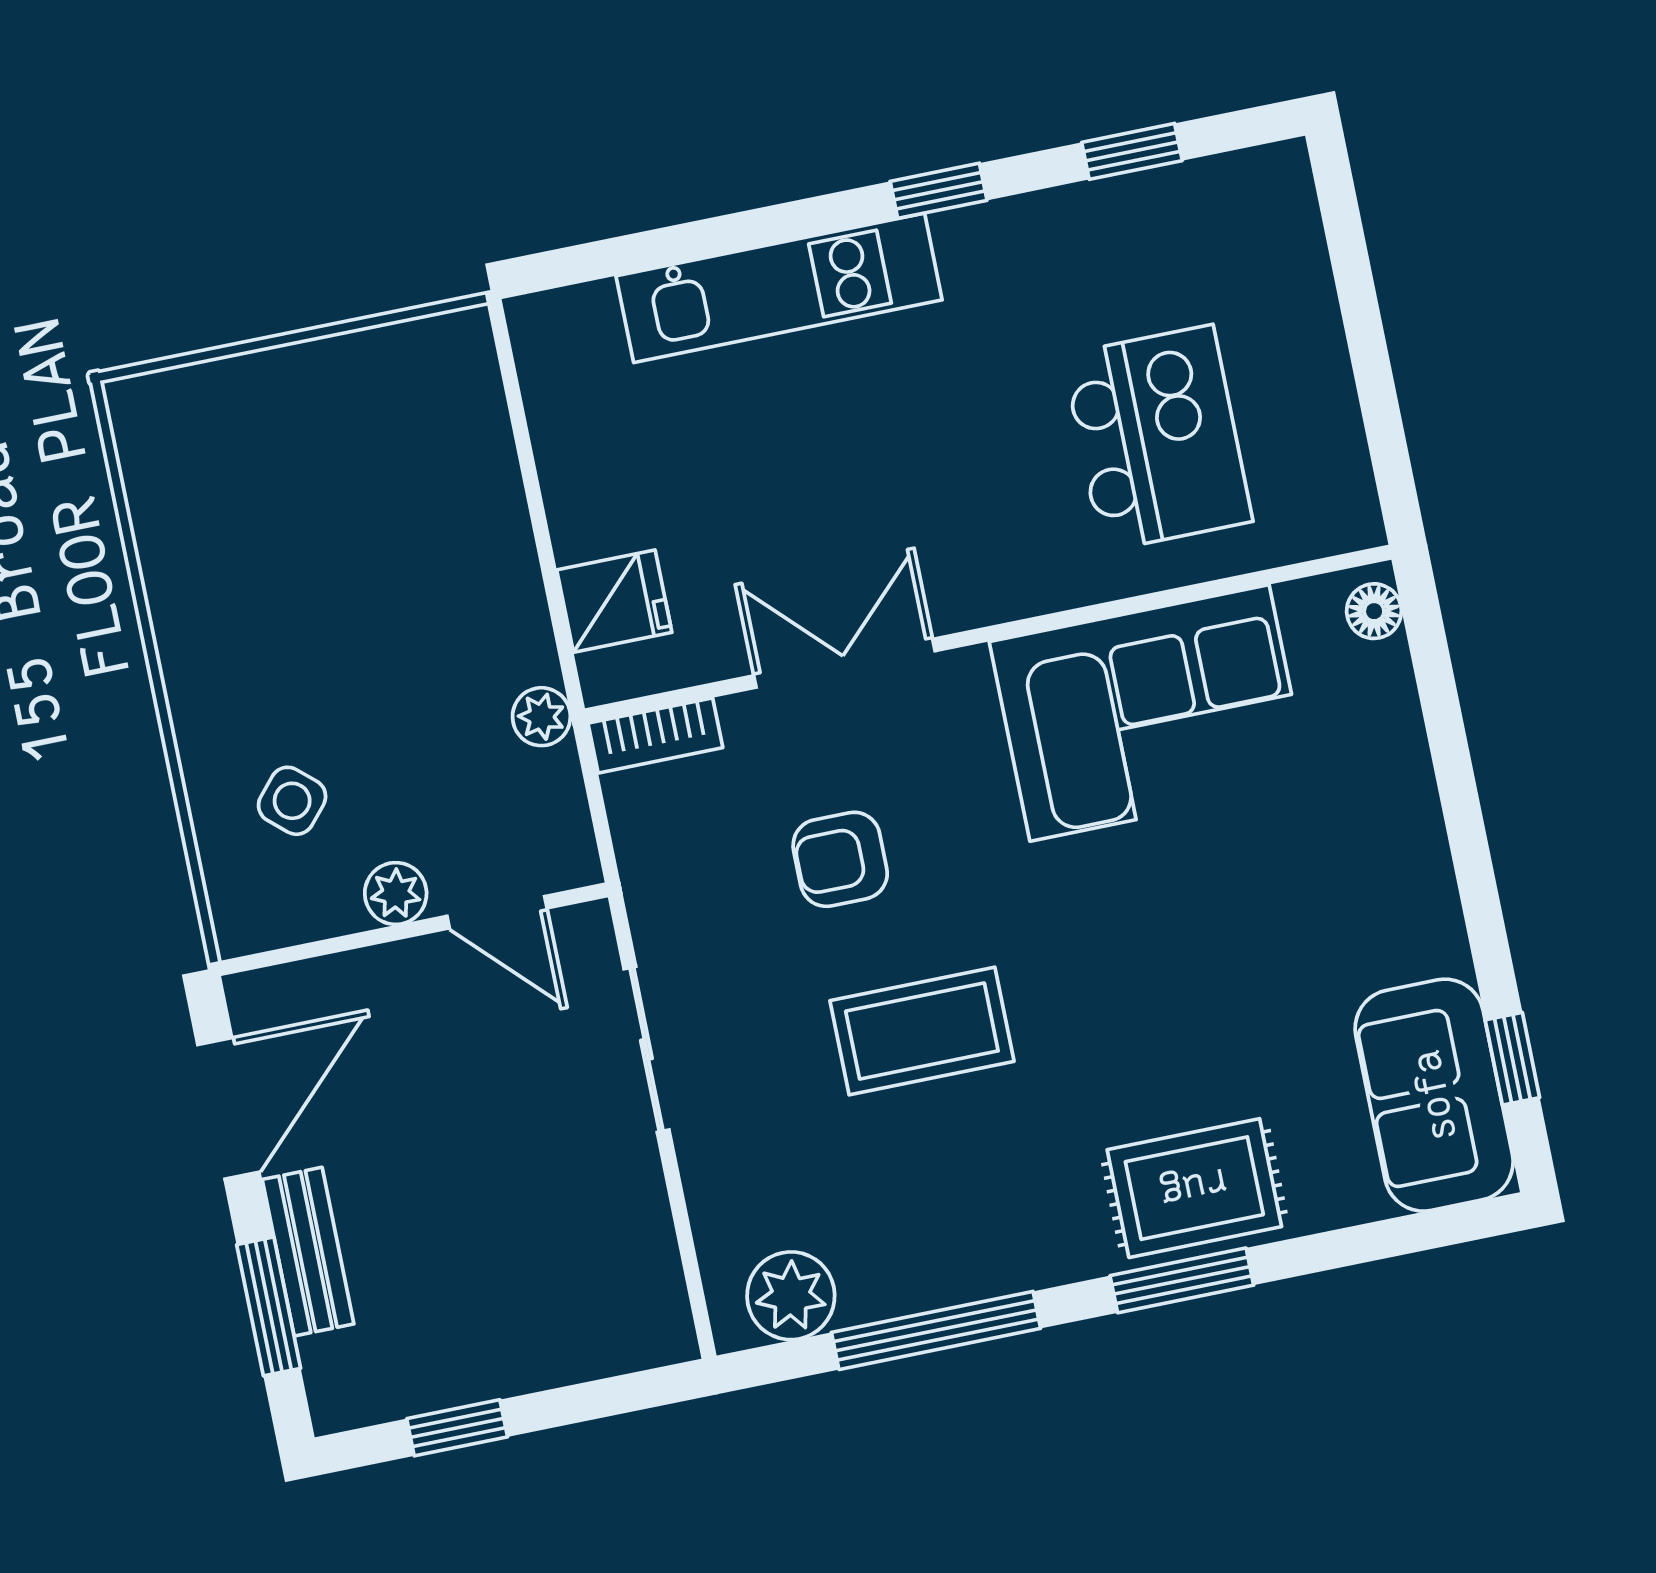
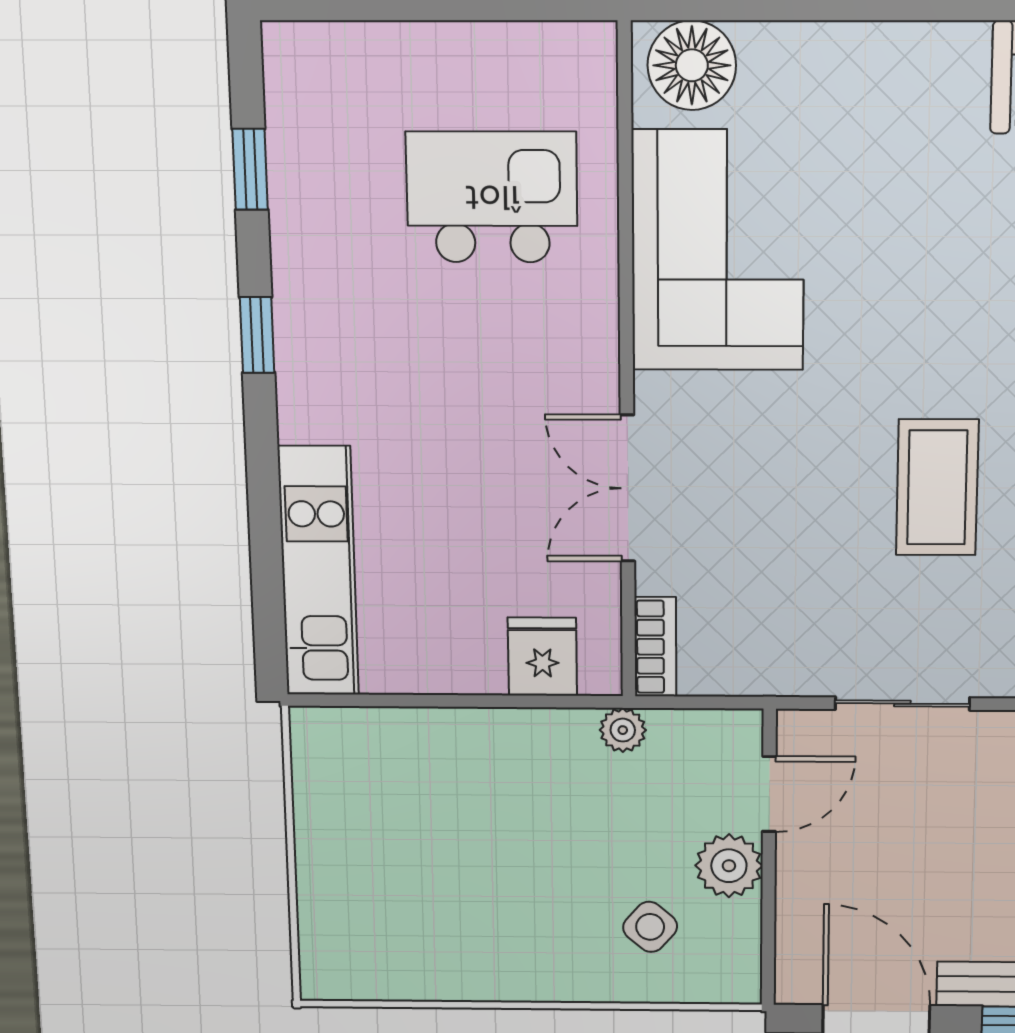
kitchen unit: (779, 288) -> (318, 571), moved
floor lamp: (1374, 611) -> (692, 65), width x1.89, depth x1.89
armchair: (840, 859) -> (785, 524), removed
plant: (396, 893) -> (729, 866), width x1.38, depth x1.38

